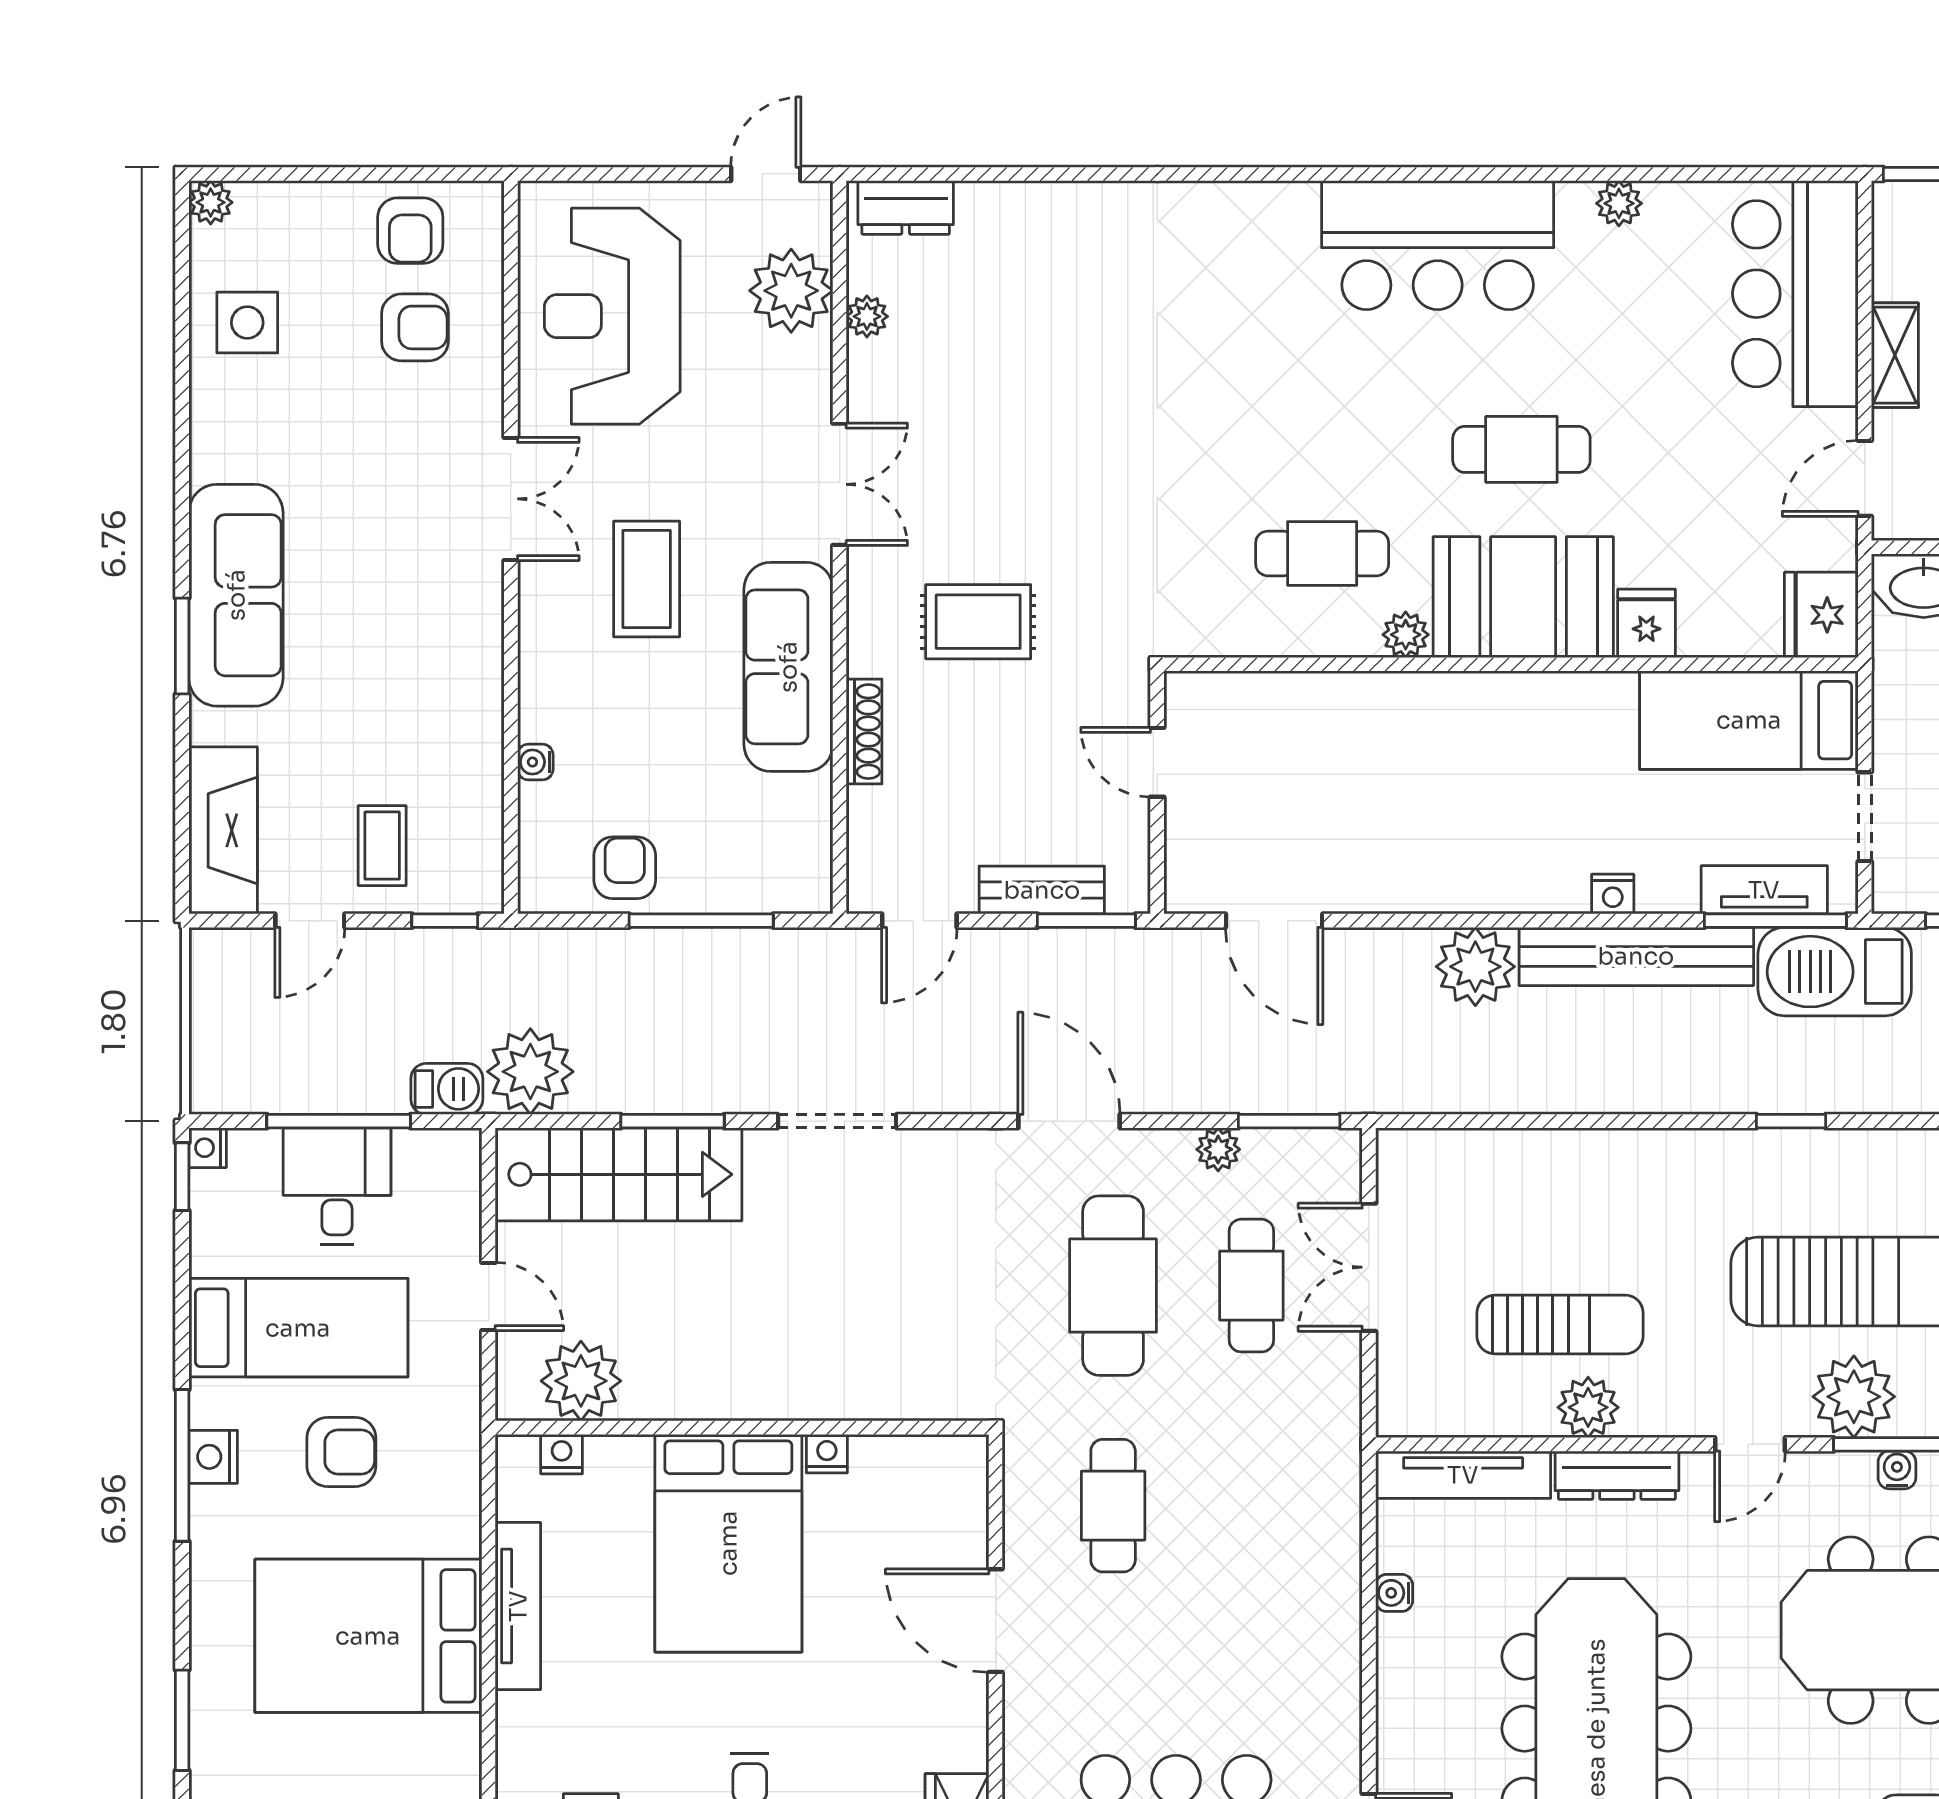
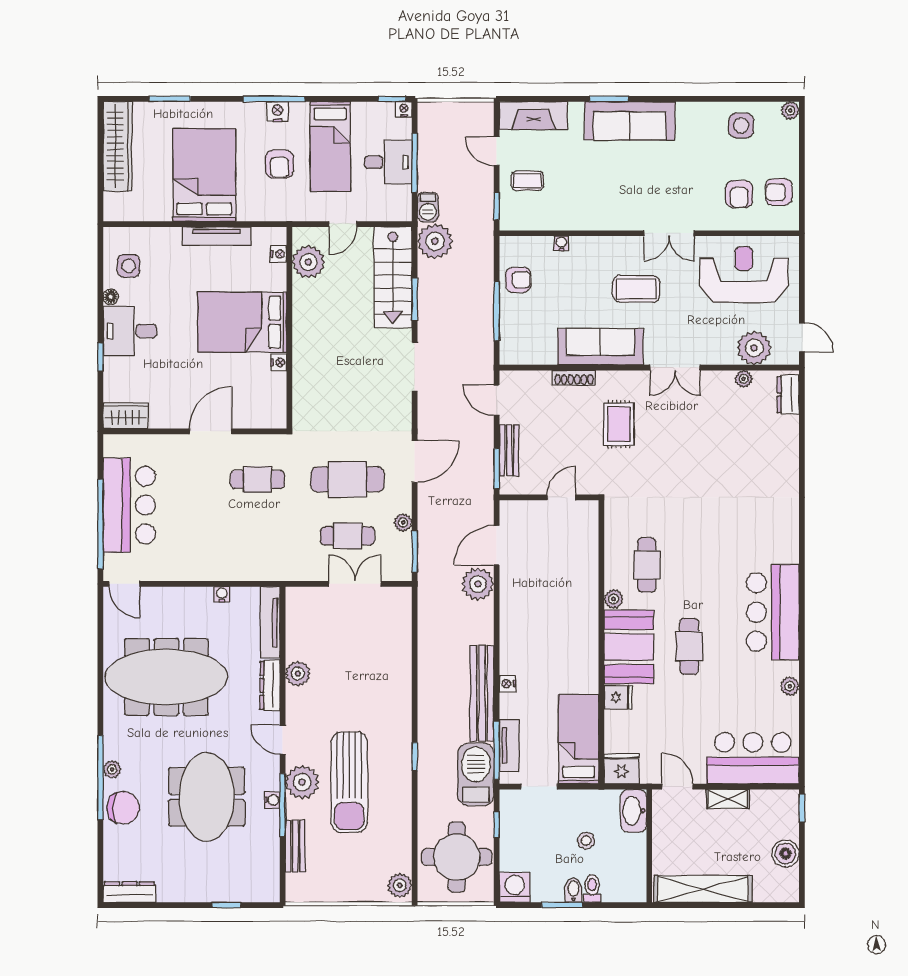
plant: (1475, 967) -> (478, 584), moved
sun lounger: (1560, 1325) -> (332, 662), removed

